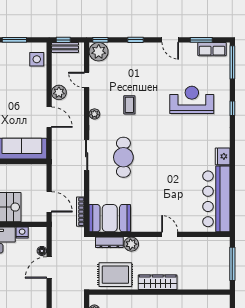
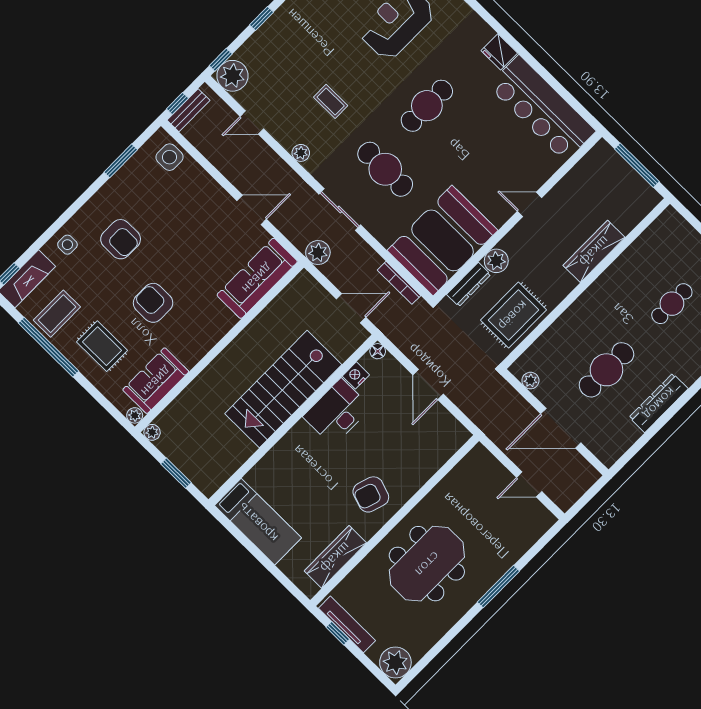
plant: (59, 92) -> (318, 253), moved
cafe table: (169, 148) -> (427, 106), added
booth: (110, 218) -> (443, 240), width x1.36, depth x1.42
floor lamp: (42, 251) -> (378, 351), moved
wardrobe: (158, 282) -> (594, 251), moved

